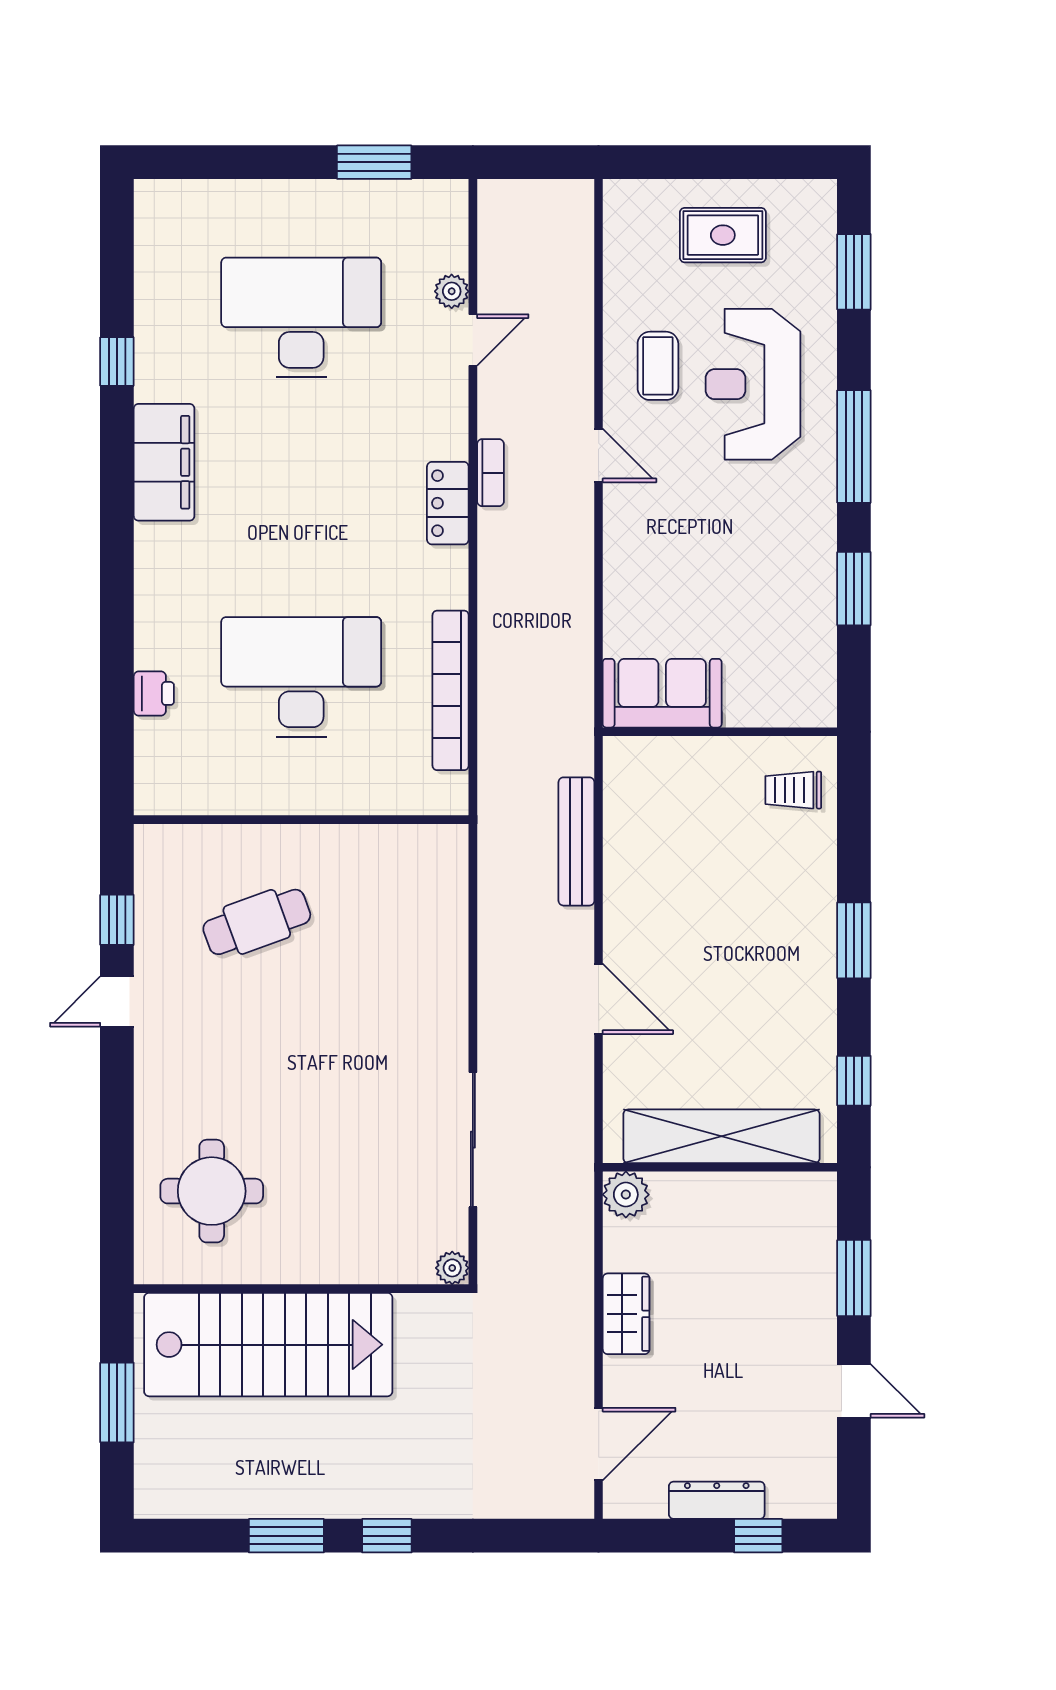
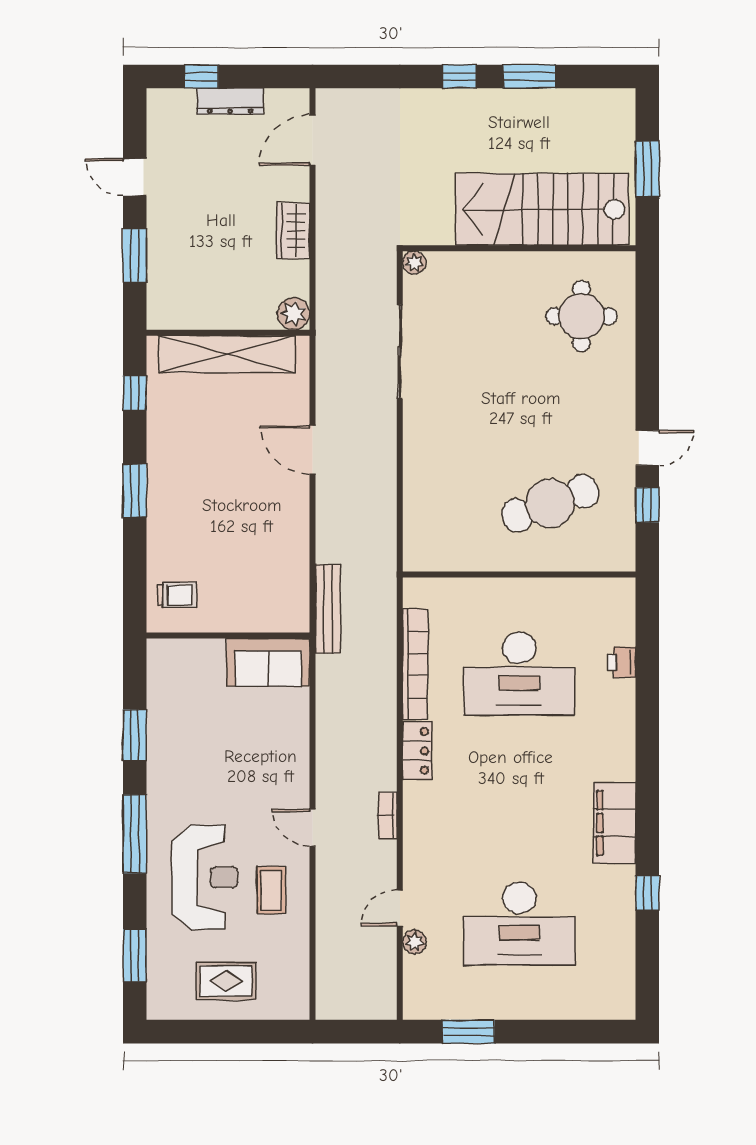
locker: (448, 503) -> (417, 751), moved
bench: (576, 841) -> (328, 609), moved
cafe table: (257, 922) -> (550, 503), width x1.37, depth x1.35

